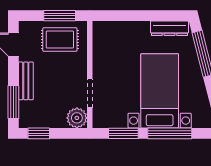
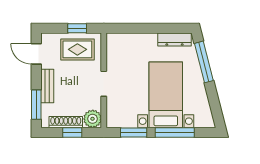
window: (60, 16) -> (77, 28), width x0.67
doorway: (90, 93) -> (104, 84), moved
shoe rack: (47, 122) -> (66, 122), added
window: (39, 133) -> (72, 132), moved

